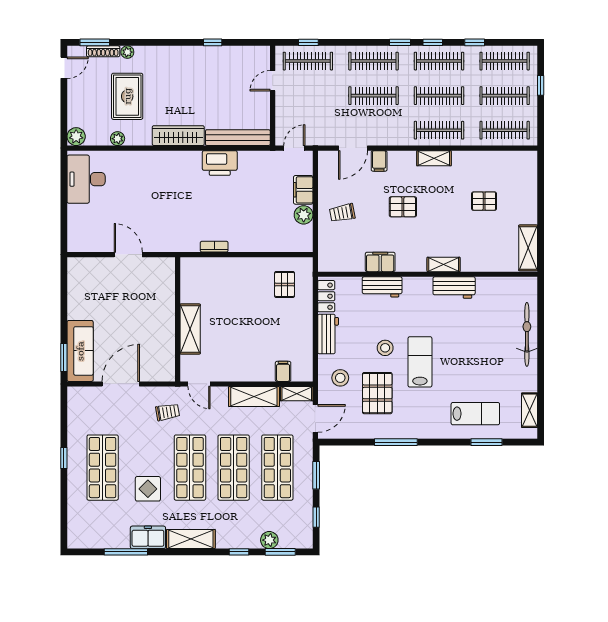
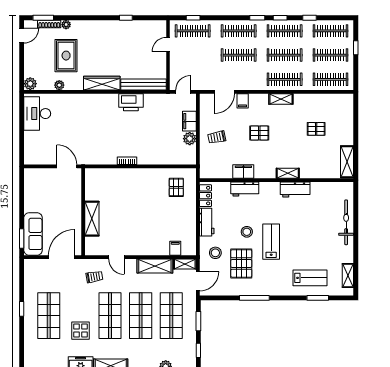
wall: (178, 319) -> (83, 212), moved
shelving: (190, 329) -> (92, 219), moved

